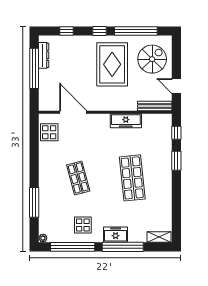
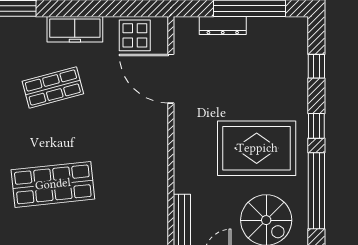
dresser: (44, 55) -> (223, 25), moved
door: (73, 112) -> (171, 79), swing flipped
freezer: (126, 121) -> (75, 29), moved, turned -90

